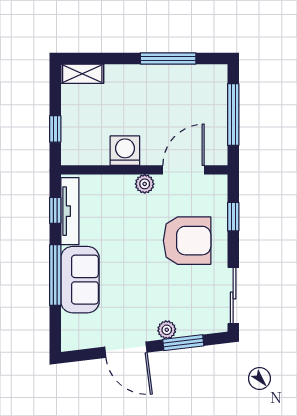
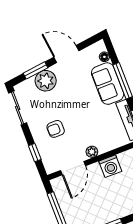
armchair: (187, 241) -> (56, 129), width x0.53, depth x0.53
floor lamp: (69, 323) -> (104, 57), added
plant: (167, 330) -> (46, 81), width x1.88, depth x1.88

